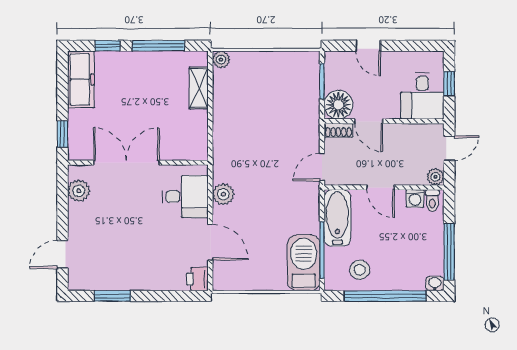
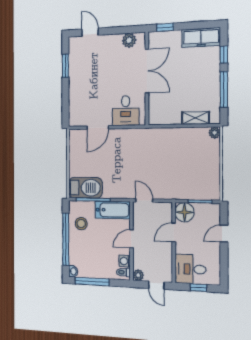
shoe rack: (338, 130) -> (168, 212), removed
plant: (223, 194) -> (127, 135), removed
printer: (197, 279) -> (76, 120), removed

